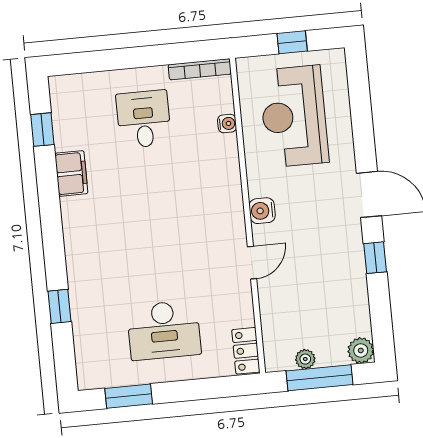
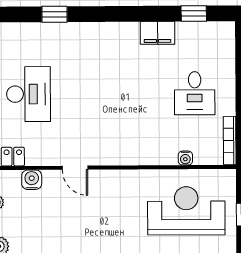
desk: (144, 119) -> (195, 93), turned 90
water cooler: (262, 211) -> (32, 180), moved
desk: (164, 330) -> (28, 94), turned 180

